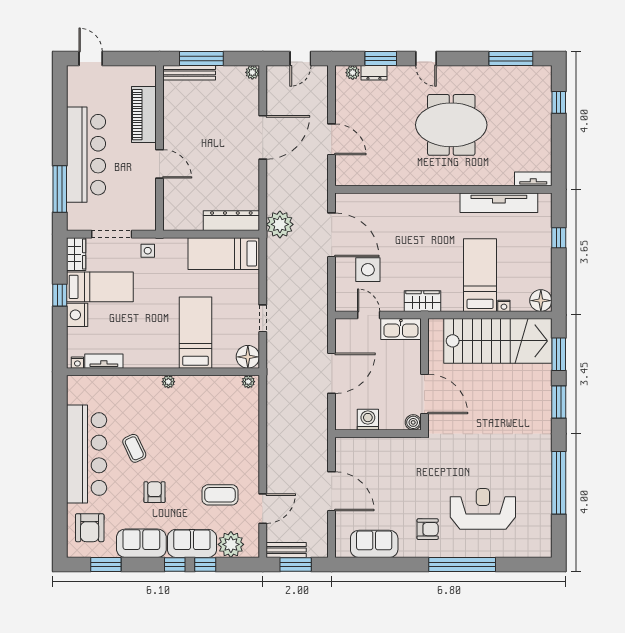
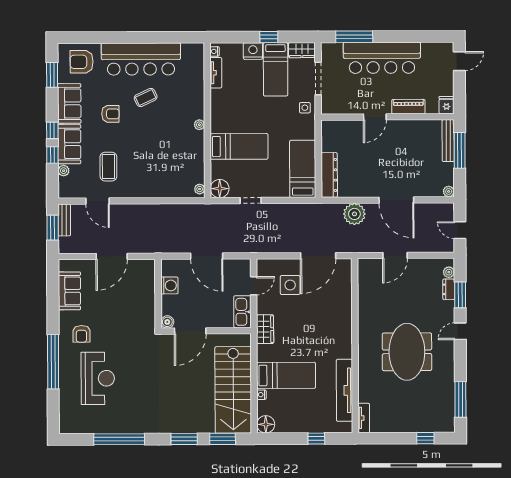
fridge: (145, 75) -> (446, 105), added
piano: (144, 115) -> (408, 107), width x0.73, depth x0.75
plant: (280, 224) -> (354, 214), moved
plant: (231, 544) -> (64, 171), width x0.53, depth x0.53

